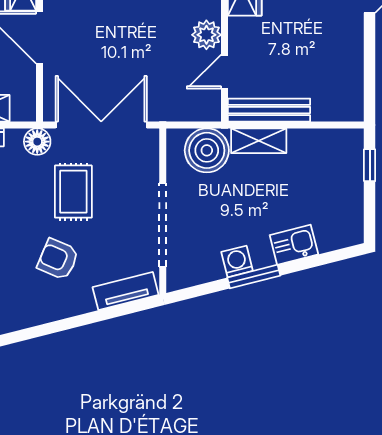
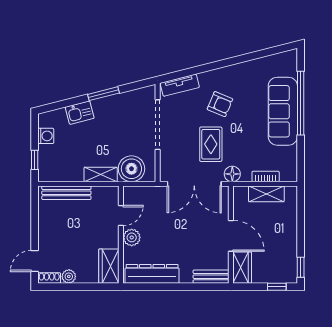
bench: (269, 110) -> (66, 193), moved
washing machine: (237, 261) -> (46, 136), moved, turned -76

